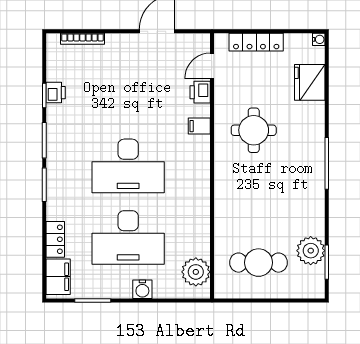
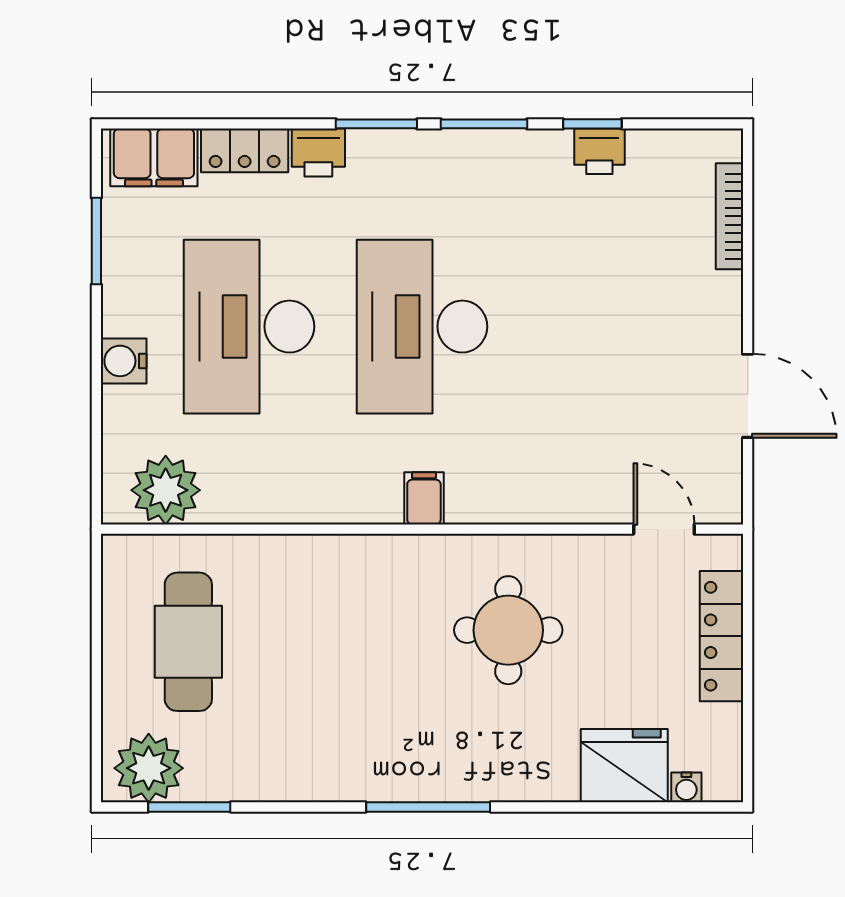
water cooler: (319, 39) -> (686, 787), moved
printer: (200, 92) -> (318, 153), moved, turned 180
filing cabinet: (199, 126) -> (424, 498), moved
plant: (311, 251) -> (149, 768), moved

